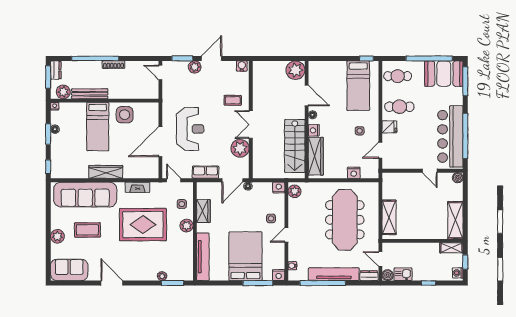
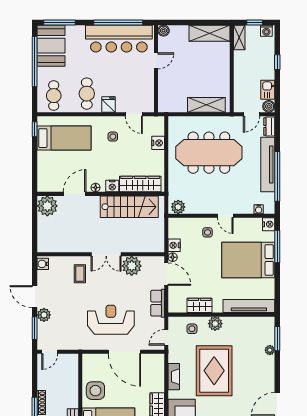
nightstand: (279, 188) -> (174, 245), moved

